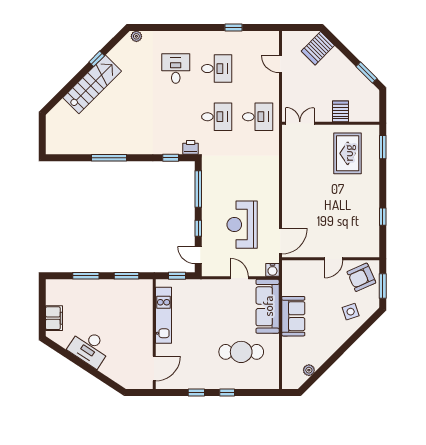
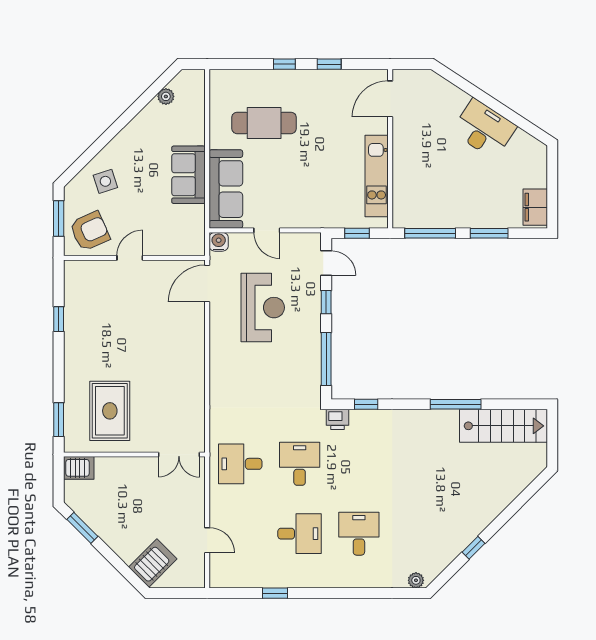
desk: (176, 69) -> (359, 534), turned 180
desk: (217, 69) -> (300, 534), turned 180
stairs: (92, 84) -> (503, 426), moved, turned -135
server rack: (341, 111) -> (79, 468), moved, turned -90
desk: (217, 117) -> (300, 464), turned 90
window: (127, 276) -> (430, 233), width x1.44
filing cabinet: (54, 318) -> (535, 207), moved

